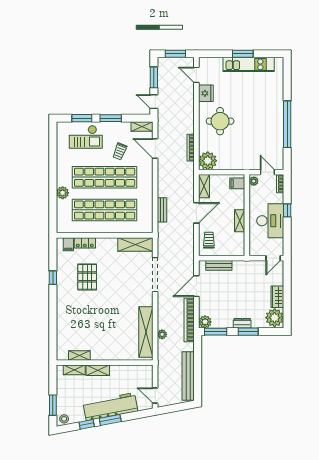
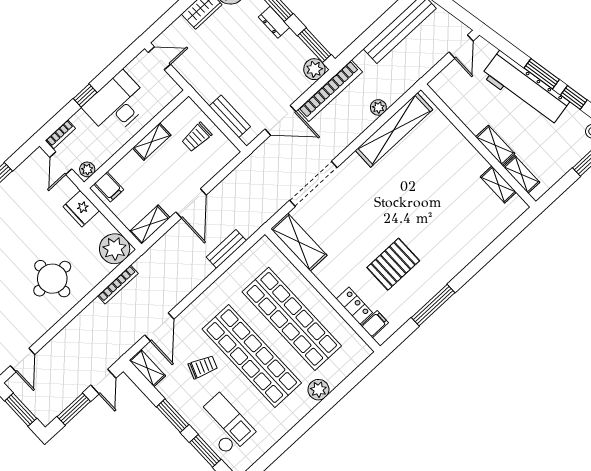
fridge: (206, 93) -> (81, 209), moved, turned -90
door: (196, 213) -> (191, 203), swing flipped
trolley: (209, 240) -> (197, 137), moved
window: (53, 278) -> (433, 305), width x2.17

